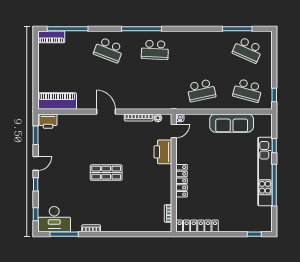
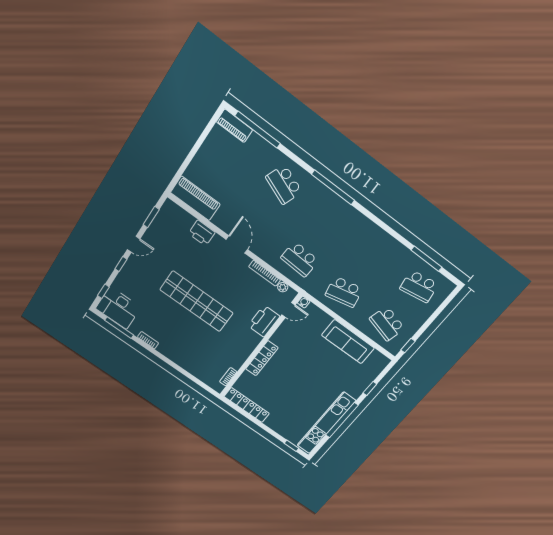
school desk: (155, 50) -> (300, 259), moved
school desk: (248, 50) -> (419, 286), turned -33
printer: (48, 121) -> (202, 233), moved
kitchen unit: (265, 172) -> (326, 423), moved
shop shelf: (106, 173) -> (197, 301), width x2.00, depth x1.36

